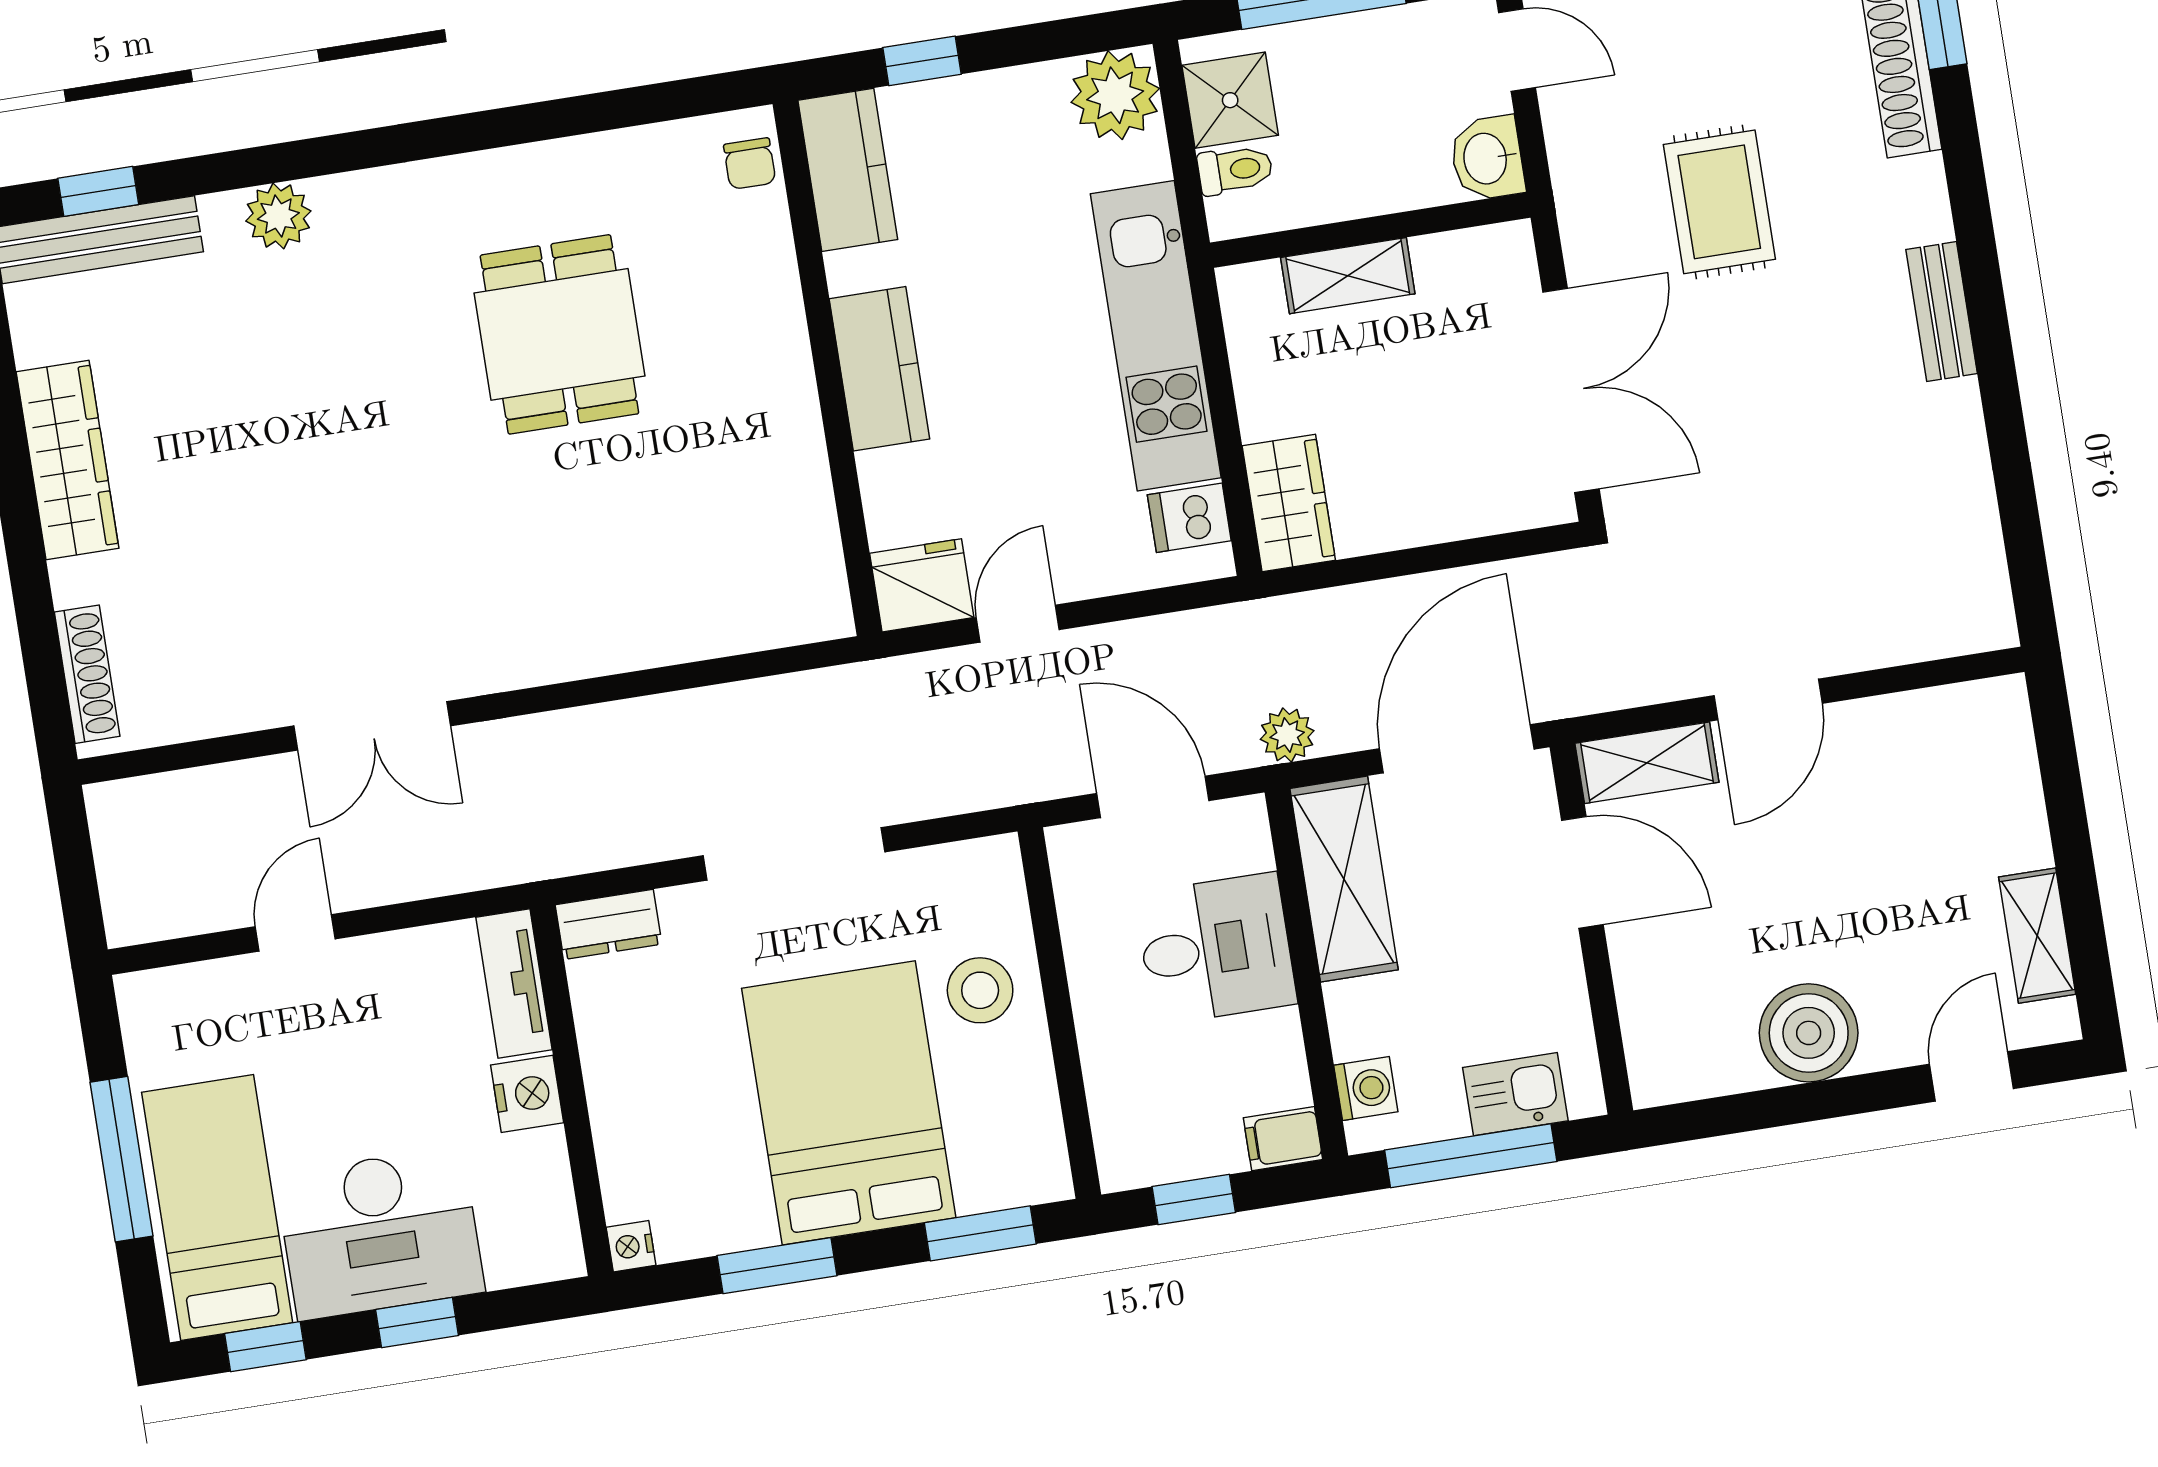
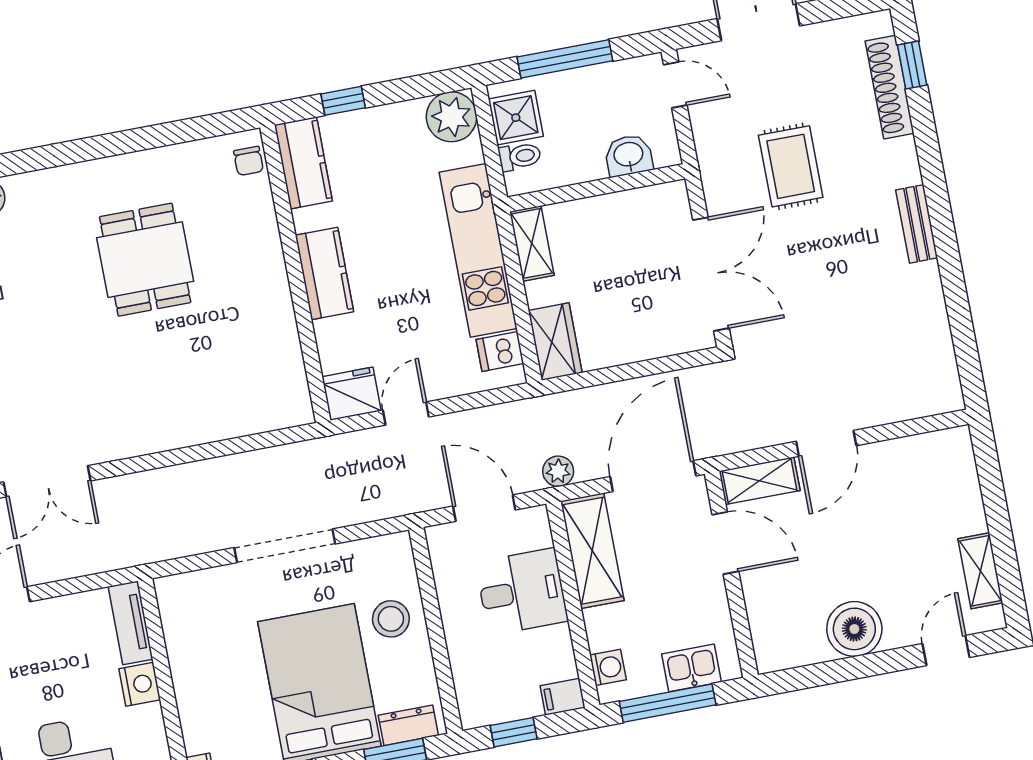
washbasin: (1487, 158) -> (629, 155), moved, turned 90
shelving: (1348, 276) -> (532, 243), moved, turned 90
dresser: (609, 924) -> (408, 725), moved, turned 180

